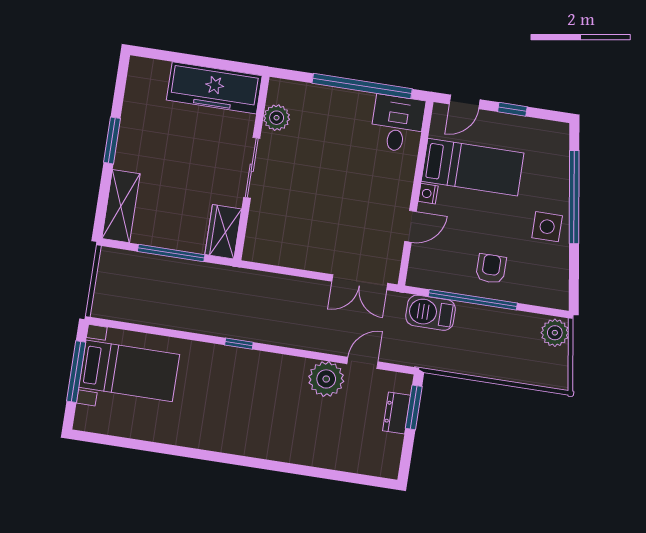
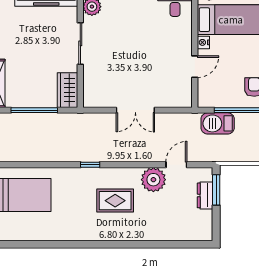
double door: (360, 282) -> (135, 110), moved
rug: (267, 400) -> (115, 201), added

